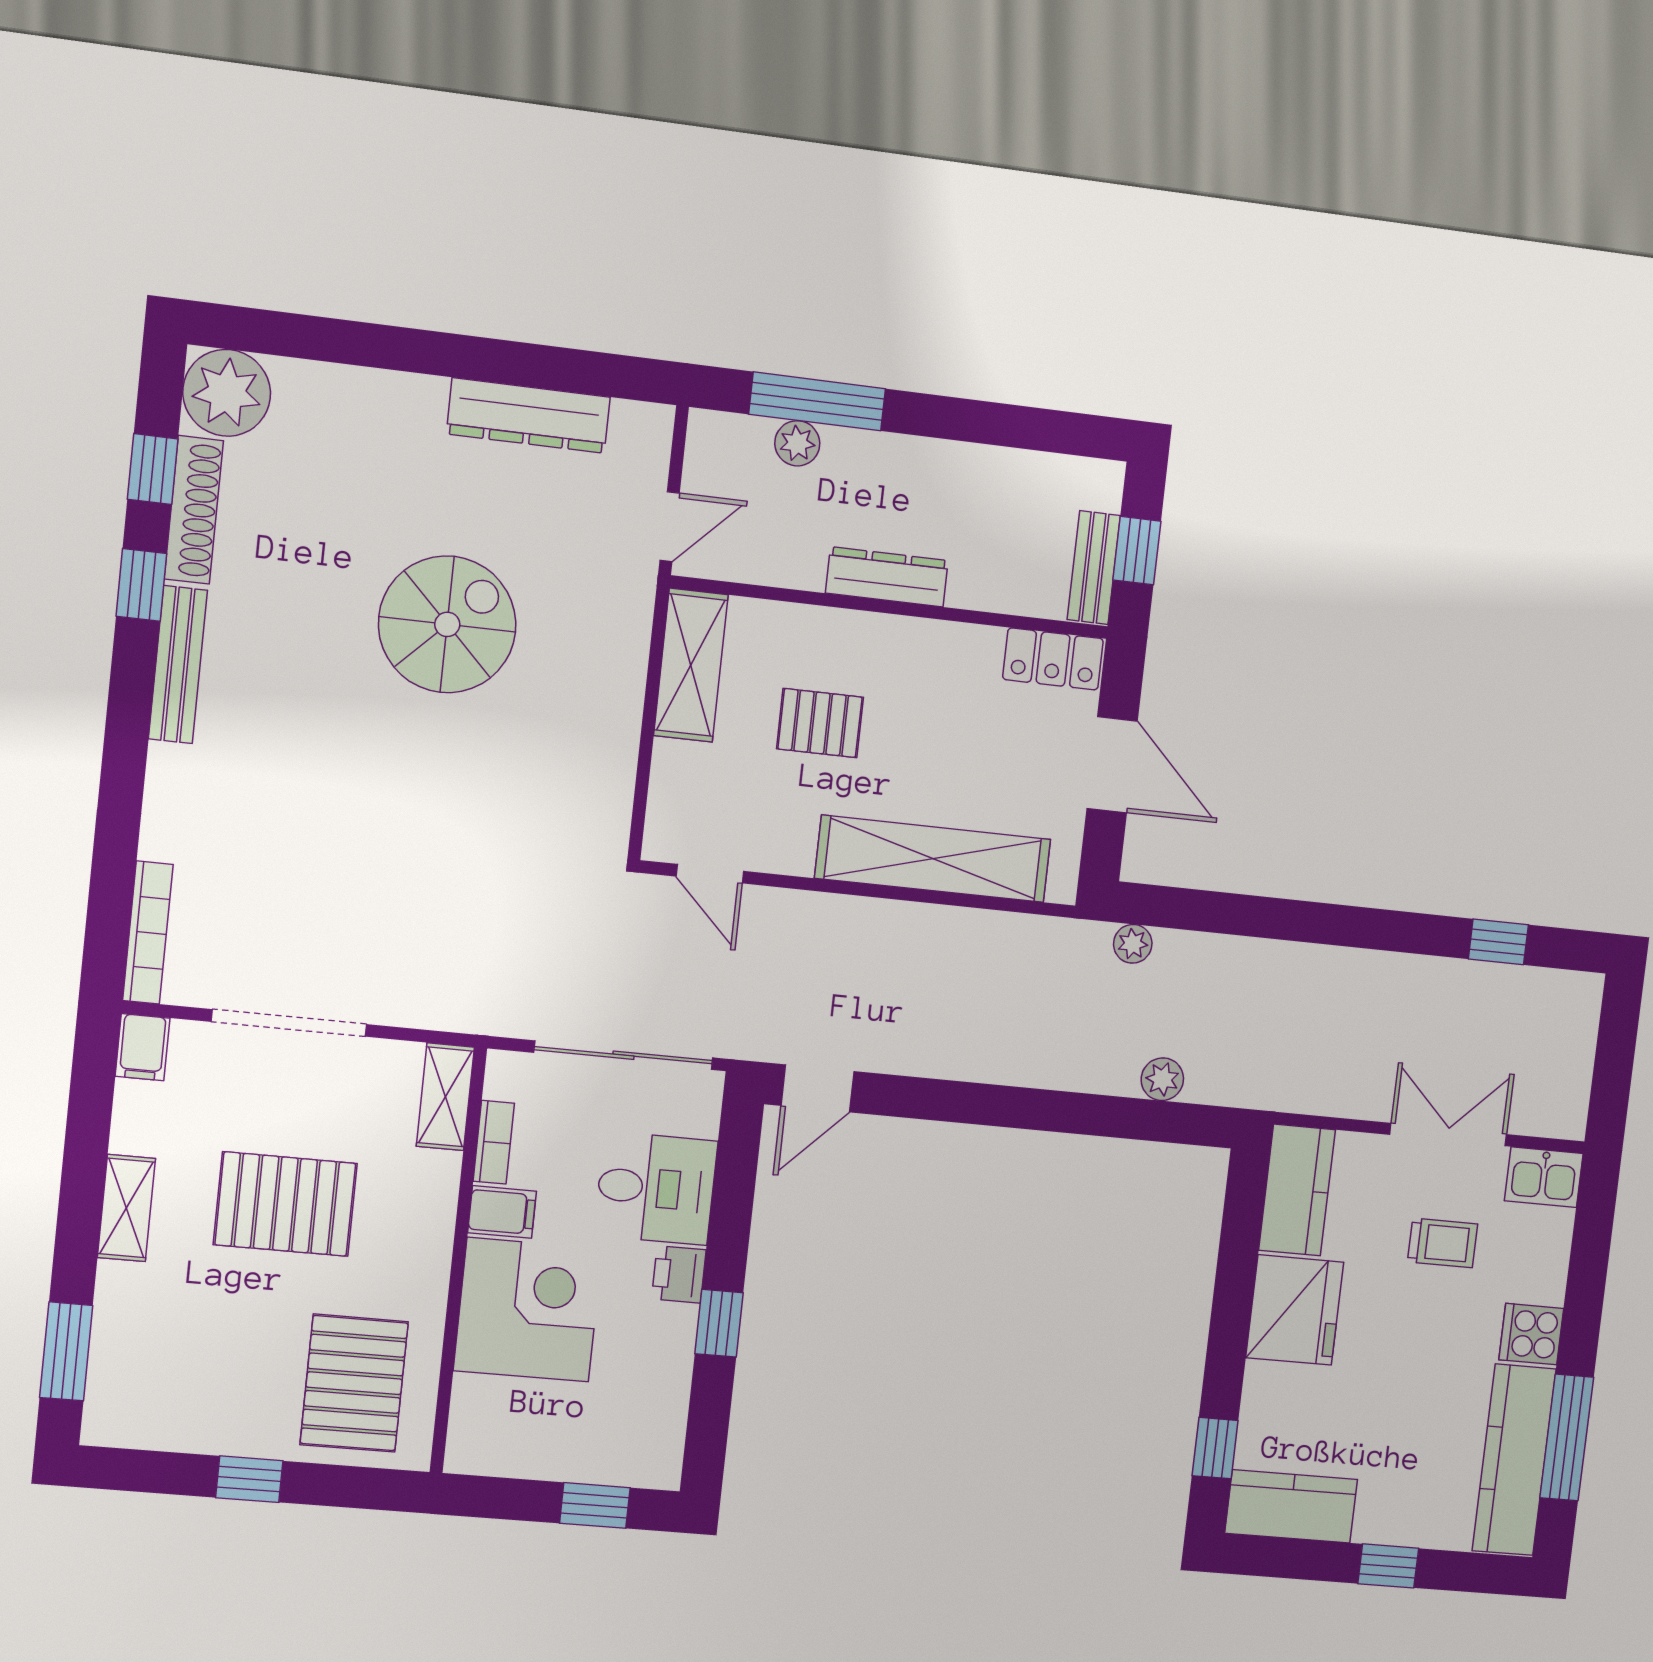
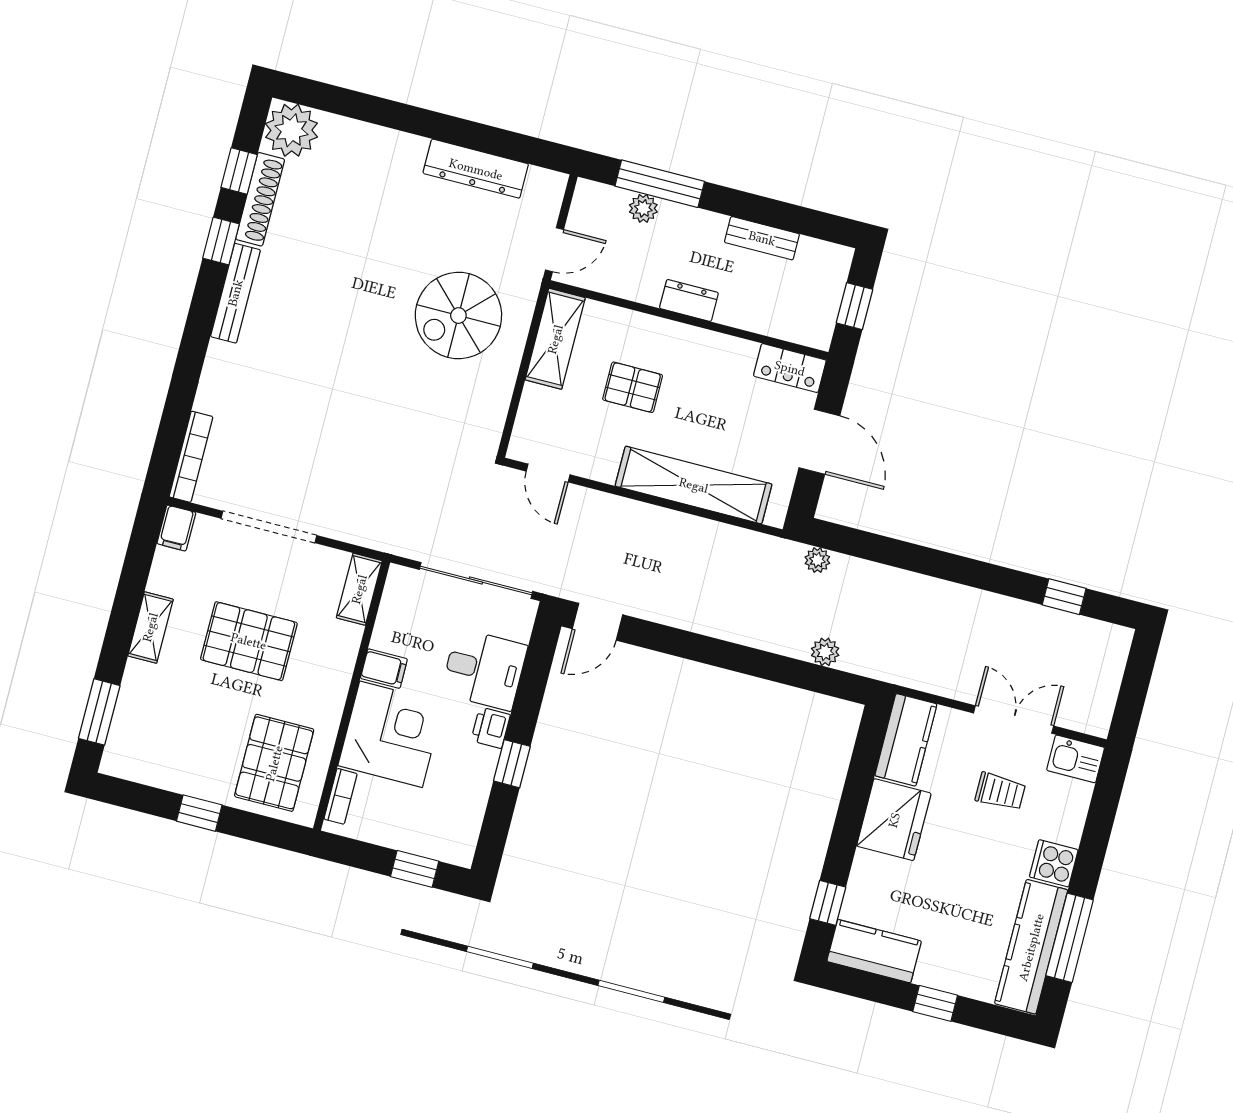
bench: (1094, 568) -> (762, 238), moved, turned 90
dresser: (887, 577) -> (689, 300), width x0.70
spiral stairs: (447, 624) -> (458, 316), moved, turned 180
bookcase: (494, 1142) -> (341, 796), moved

